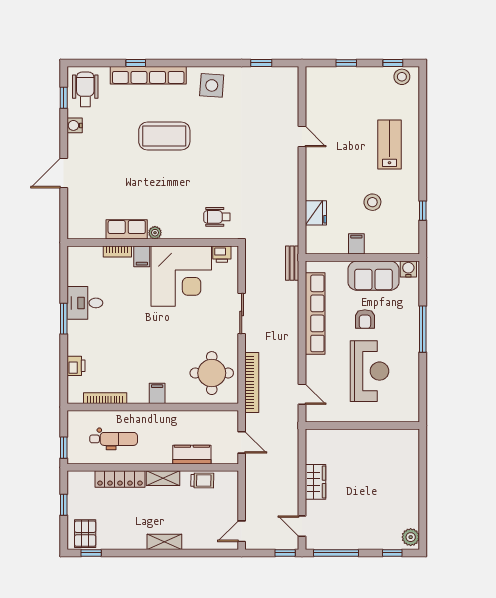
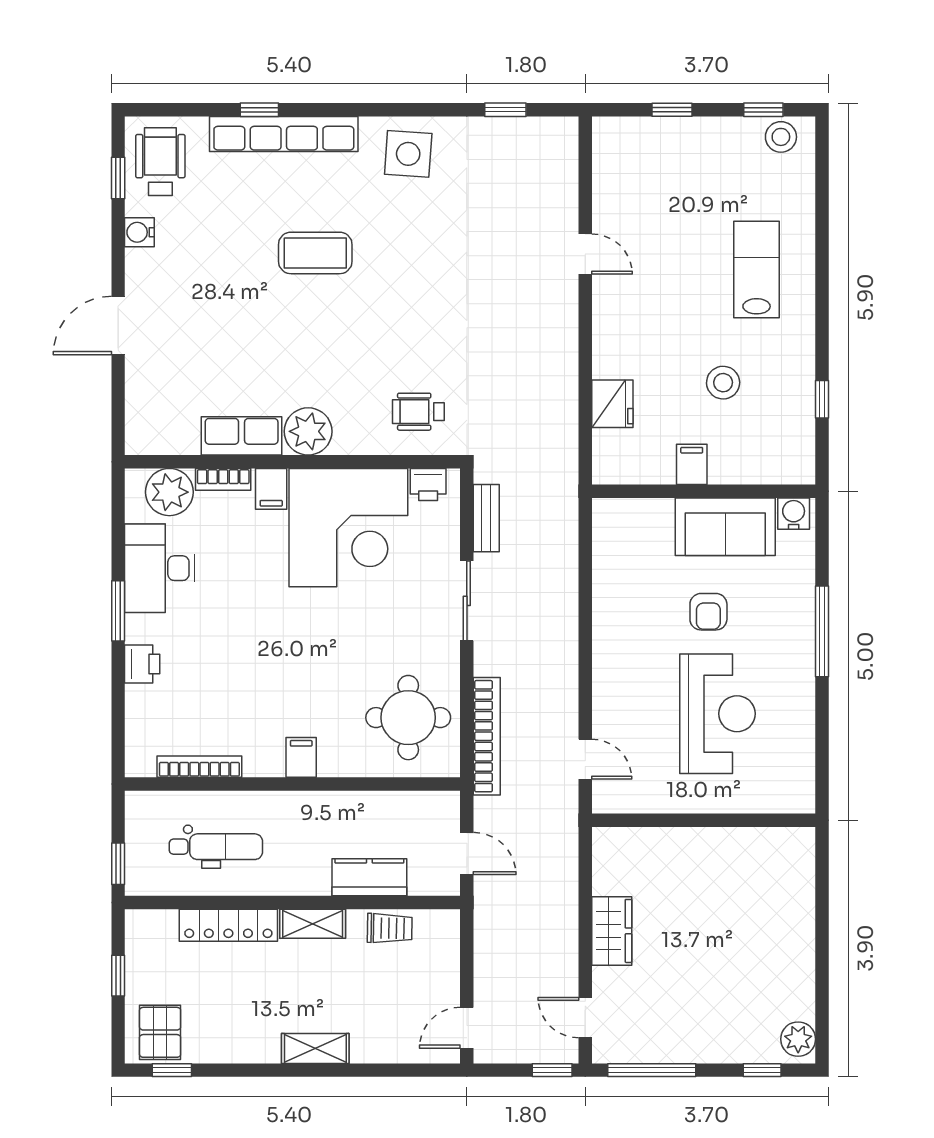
coffee table: (164, 136) -> (315, 253), width x0.73, depth x0.76
plant: (155, 233) -> (308, 431), width x1.88, depth x1.88
plant: (90, 258) -> (169, 492), added
bench: (292, 263) -> (486, 518), moved
desk: (85, 303) -> (160, 568), width x1.37
row of seats: (315, 313) -> (611, 601), removed
printer: (76, 366) -> (142, 664), moved

